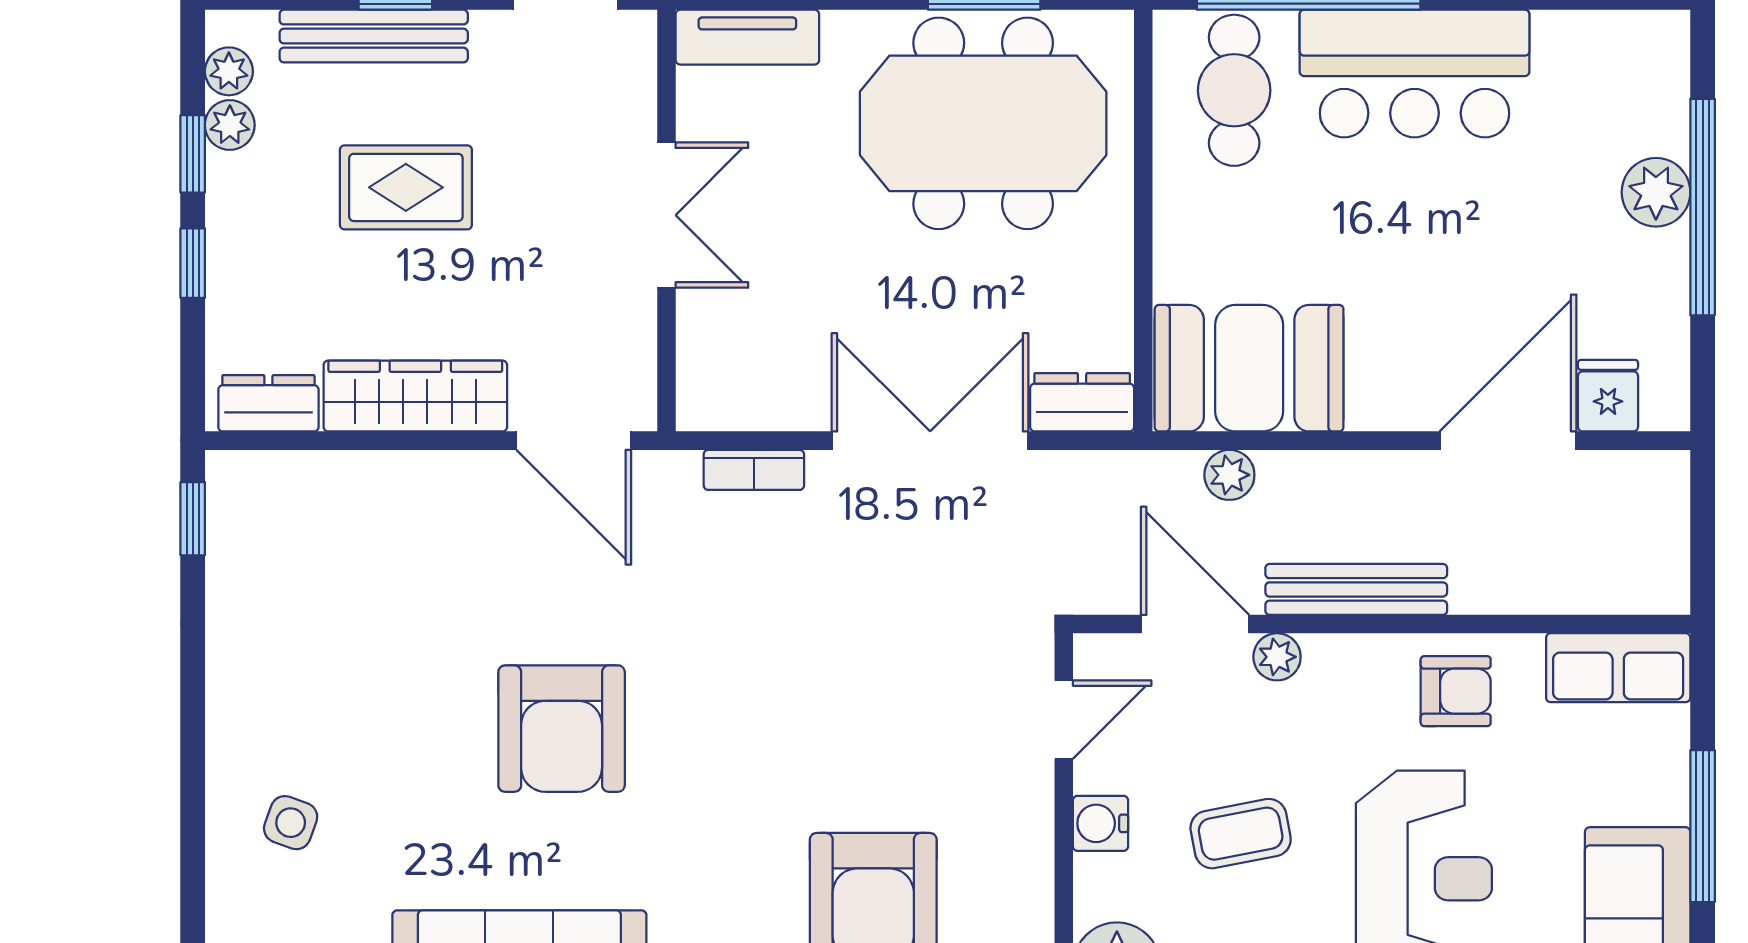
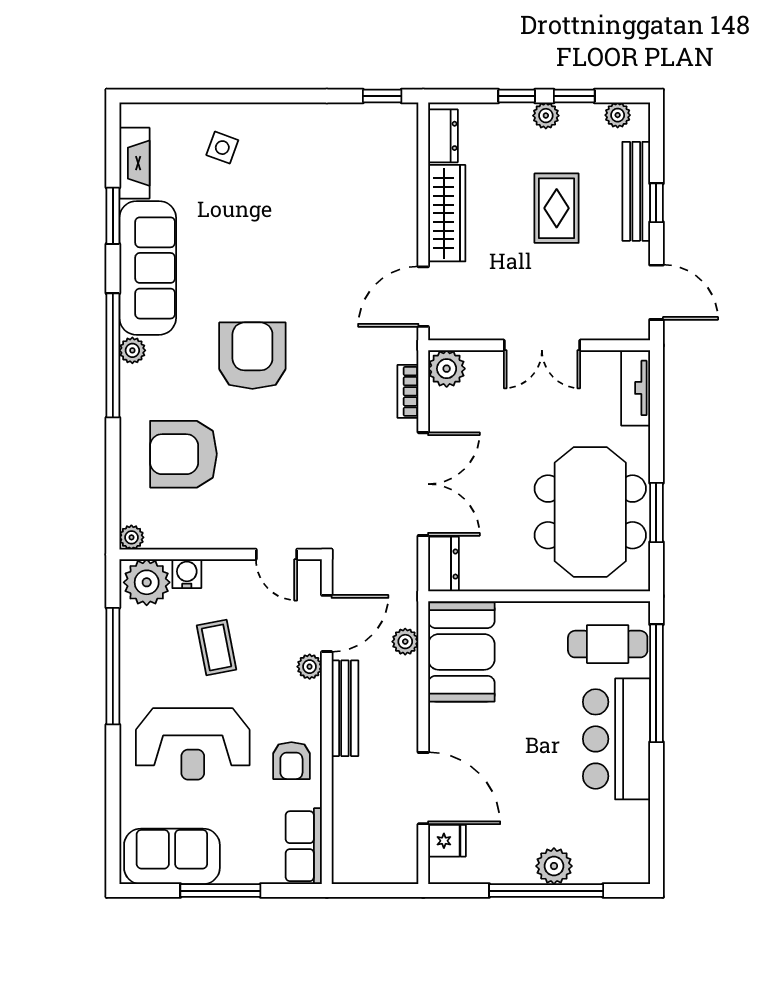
plant: (230, 125) -> (546, 116), moved
plant: (711, 396) -> (447, 369), added
armchair: (562, 729) -> (252, 356), moved, turned 90
water cooler: (1100, 823) -> (187, 574), moved

